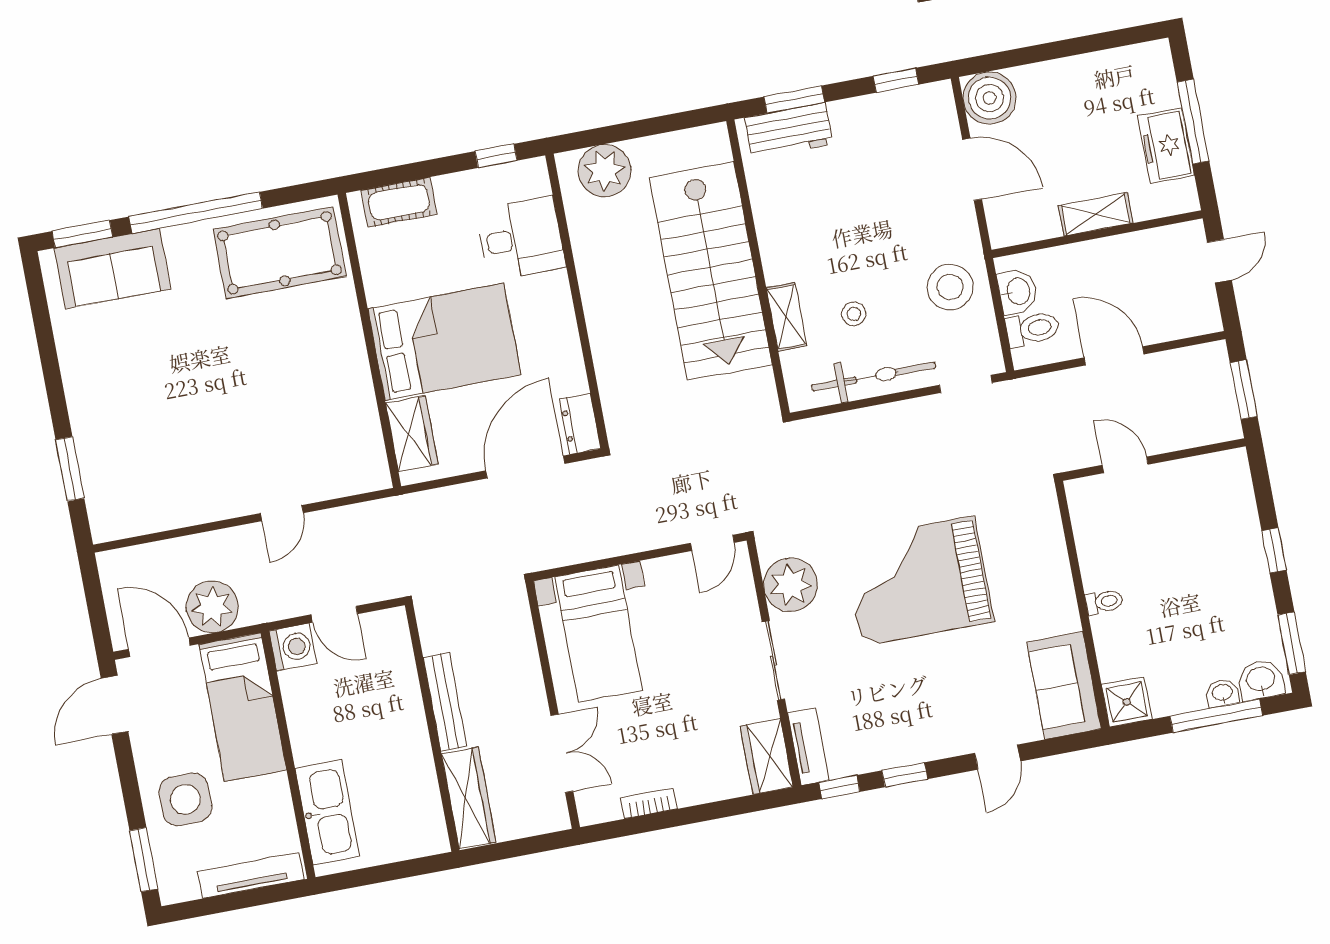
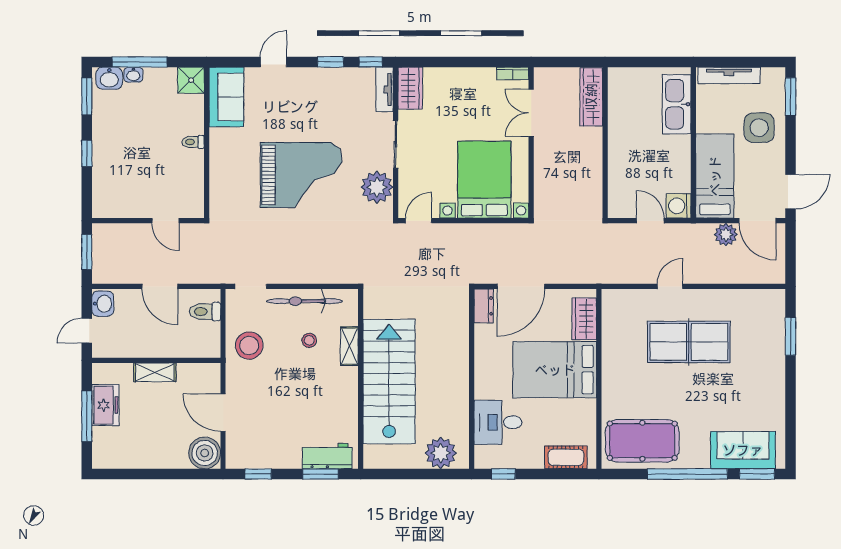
washbasin: (1017, 291) -> (103, 304), moved, turned 180
table tennis table: (234, 428) -> (689, 342), added
plant: (212, 607) -> (726, 235), width x0.73, depth x0.73
bed with nightstands: (598, 634) -> (484, 180), width x1.36
bench: (445, 702) -> (595, 156), removed
bookcase: (649, 803) -> (513, 73), moved

